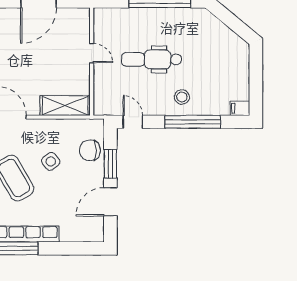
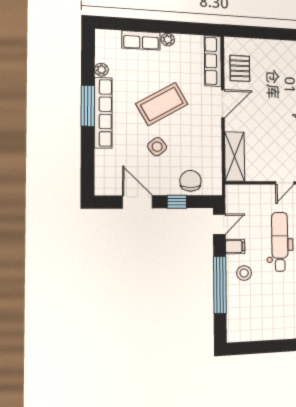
filing cabinet: (240, 108) -> (235, 247), moved, turned 90
side table: (51, 161) -> (157, 147), moved
window: (110, 164) -> (177, 202), width x0.67

